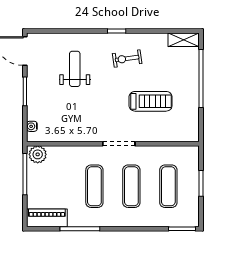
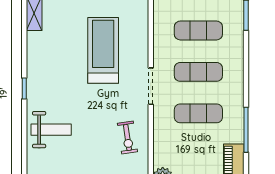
exercise bike: (127, 59) -> (127, 138), moved
weight bench: (75, 69) -> (51, 130), moved, turned 180
treadmill: (151, 101) -> (103, 50), width x1.37, depth x1.38

